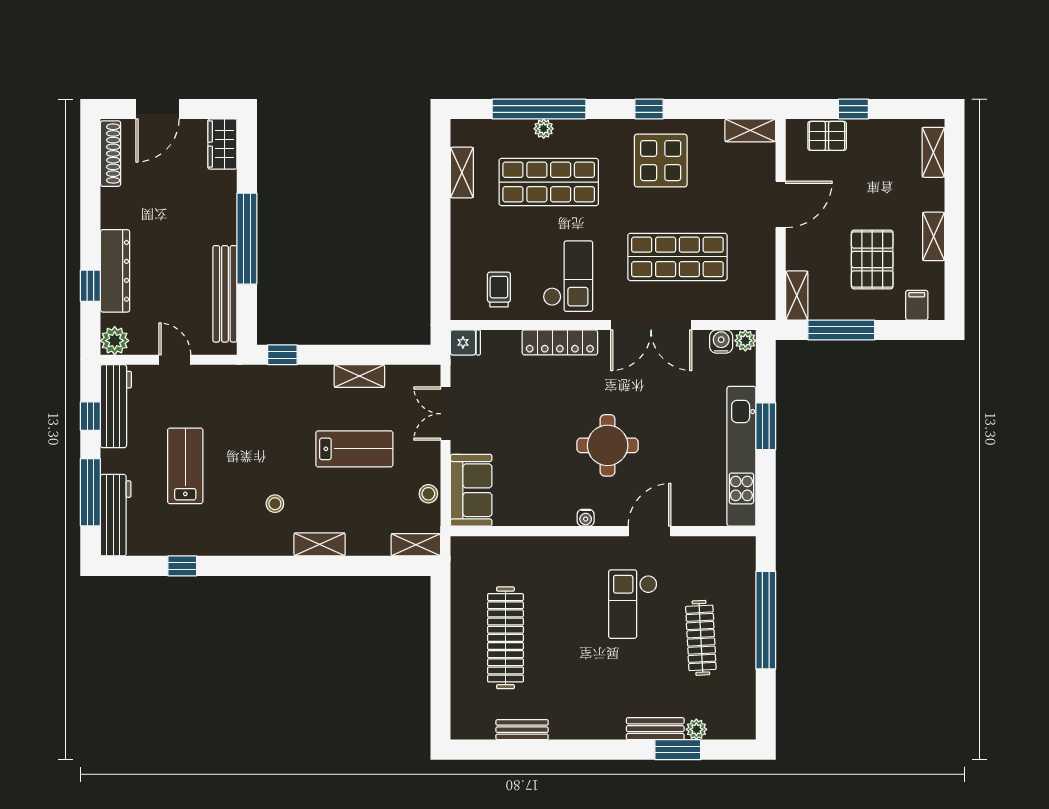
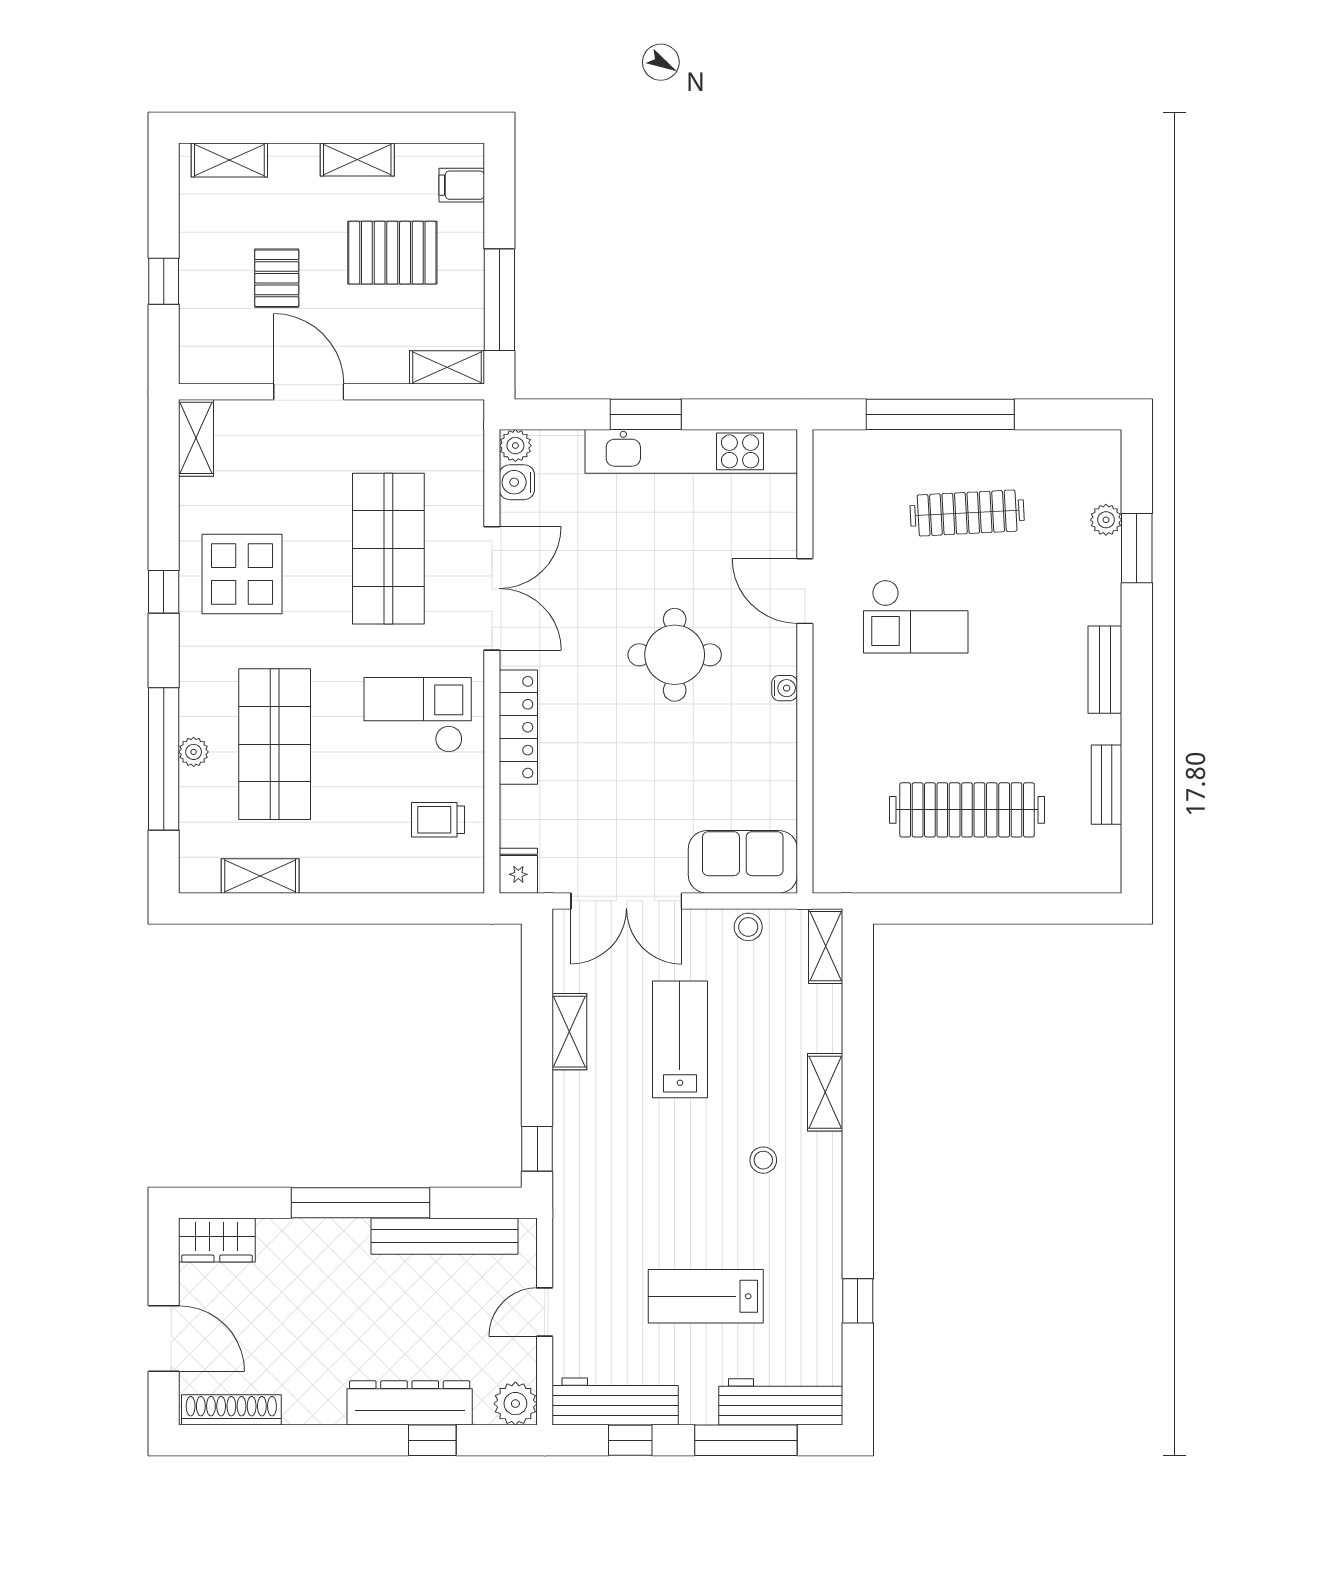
pallet: (827, 136) -> (277, 278), moved
double door: (445, 414) -> (626, 901), width x1.37
bench: (655, 729) -> (1105, 670), moved

